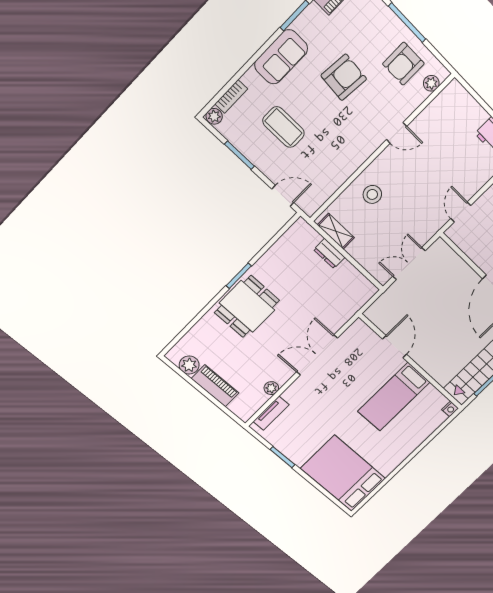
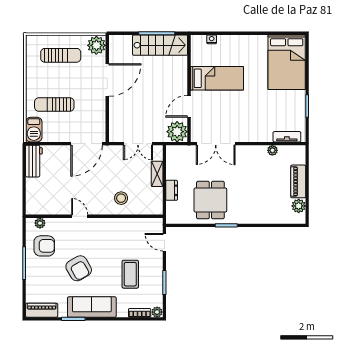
sofa: (281, 57) -> (92, 307), width x1.36
armchair: (344, 77) -> (79, 268), turned -125
door: (461, 212) -> (87, 144), width x1.88
shelving: (336, 231) -> (157, 174), moved
dining table: (247, 306) -> (210, 200), moved, turned 90
plant: (382, 313) -> (177, 132), added
double door: (317, 355) -> (216, 144), moved
nightstand: (450, 409) -> (212, 39), moved

